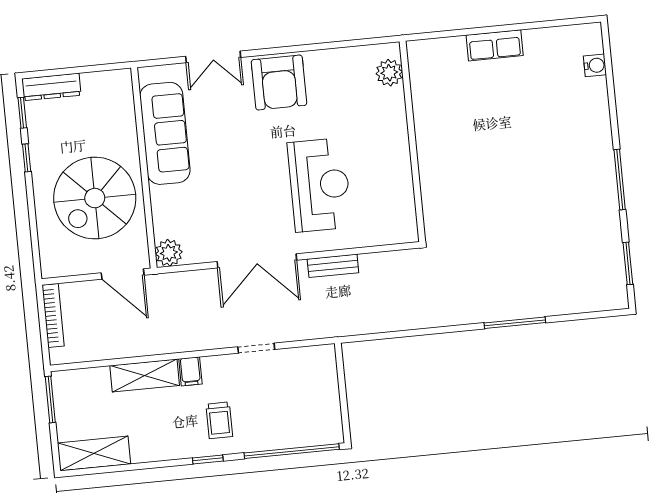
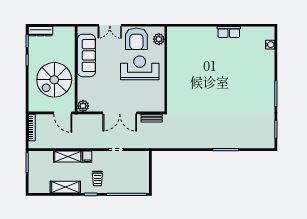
plant: (389, 73) -> (159, 39), moved
wall: (412, 141) -> (166, 69), moved
reception desk: (320, 185) -> (140, 68), moved, turned -90
shelving: (94, 453) -> (65, 187), moved

